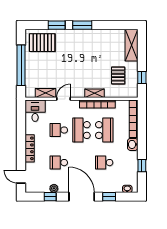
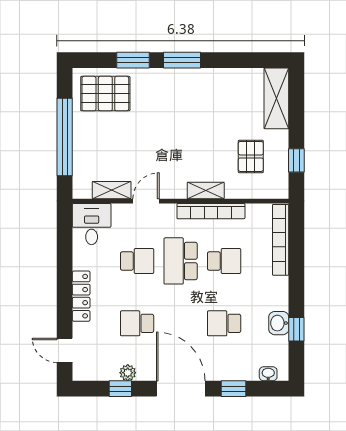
school desk: (59, 130) -> (137, 261), turned 180
school desk: (104, 130) -> (224, 261), width x0.54
washbasin: (133, 144) -> (279, 323), moved

